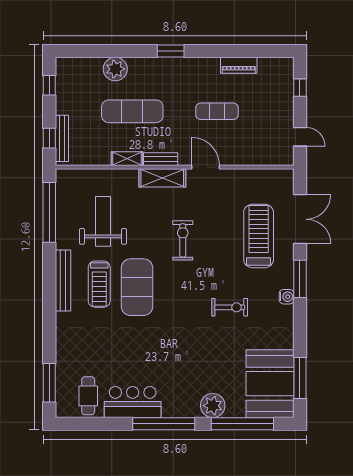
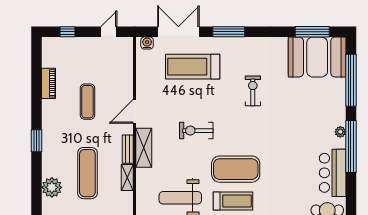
water cooler: (287, 297) -> (147, 43), moved
plant: (213, 406) -> (340, 132), moved, width x0.53, depth x0.53

